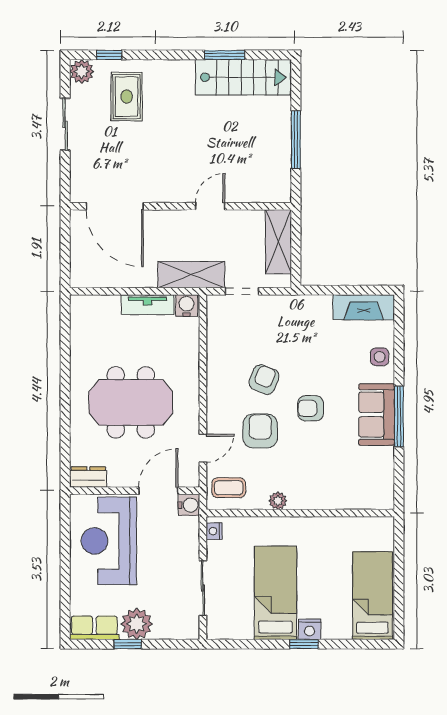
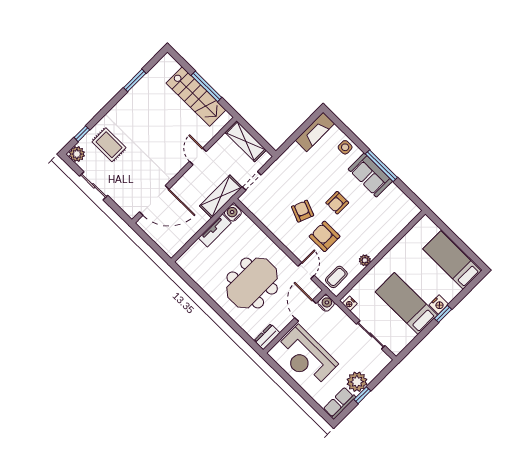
stairs: (243, 77) -> (196, 97), moved, turned 90

